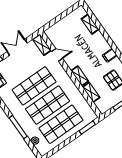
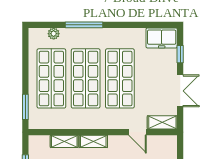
door: (57, 55) -> (138, 132), hinge flipped

